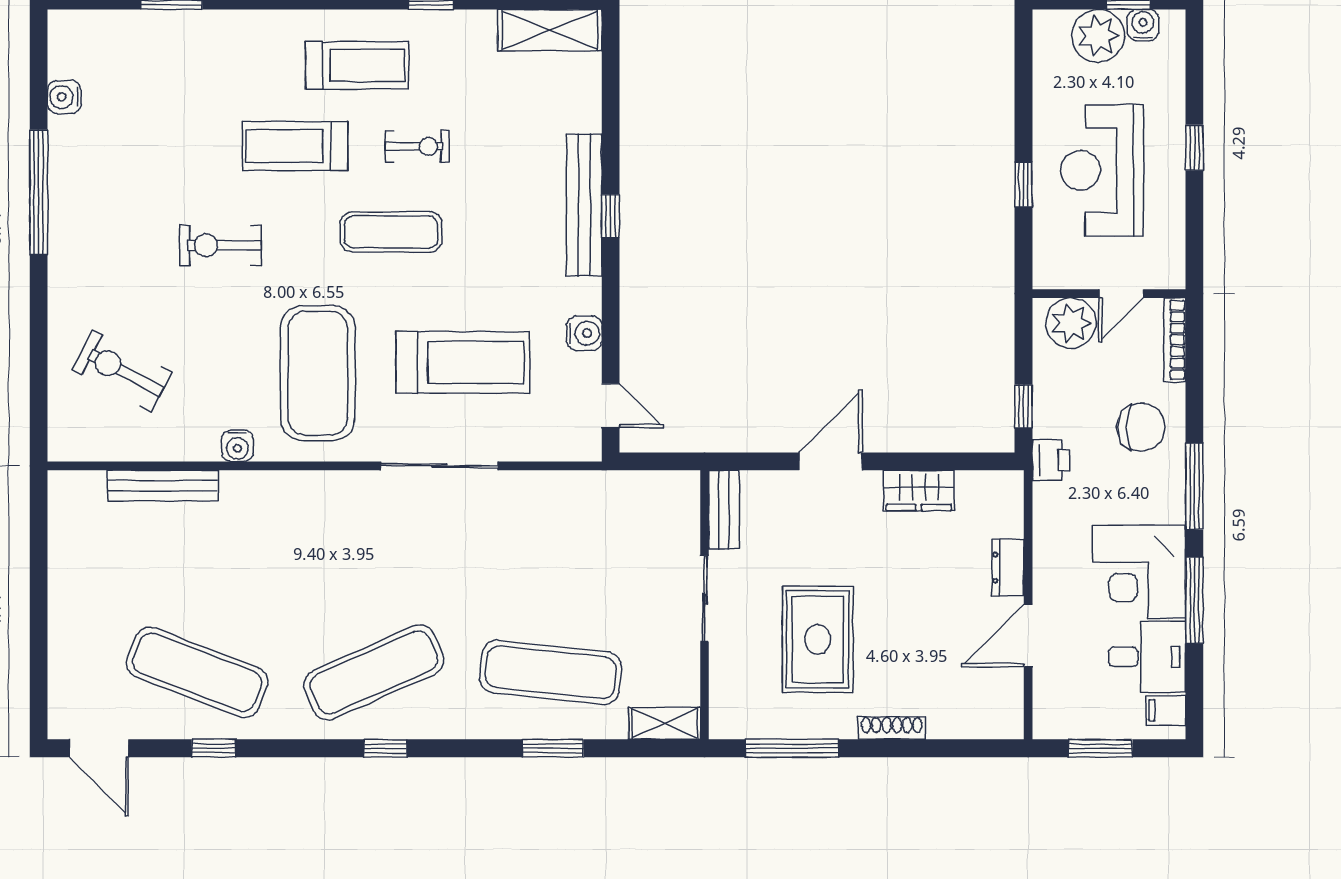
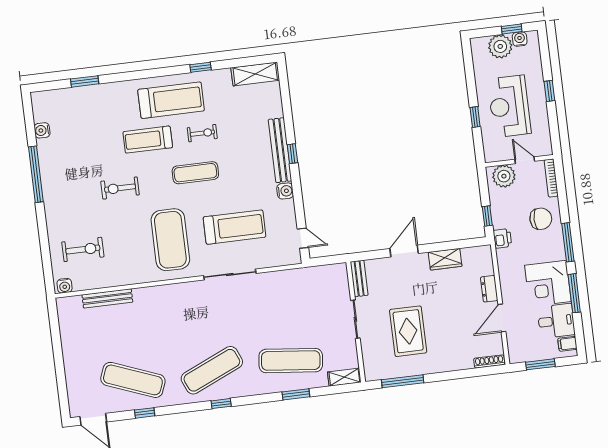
treadmill: (357, 65) -> (171, 100), width x1.37, depth x1.38
door: (1121, 294) -> (525, 160), swing flipped
water cooler: (584, 333) -> (285, 191), moved
exercise bike: (122, 371) -> (83, 249), turned 152
water cooler: (237, 446) -> (65, 286), moved
shoe rack: (892, 728) -> (489, 361), moved

